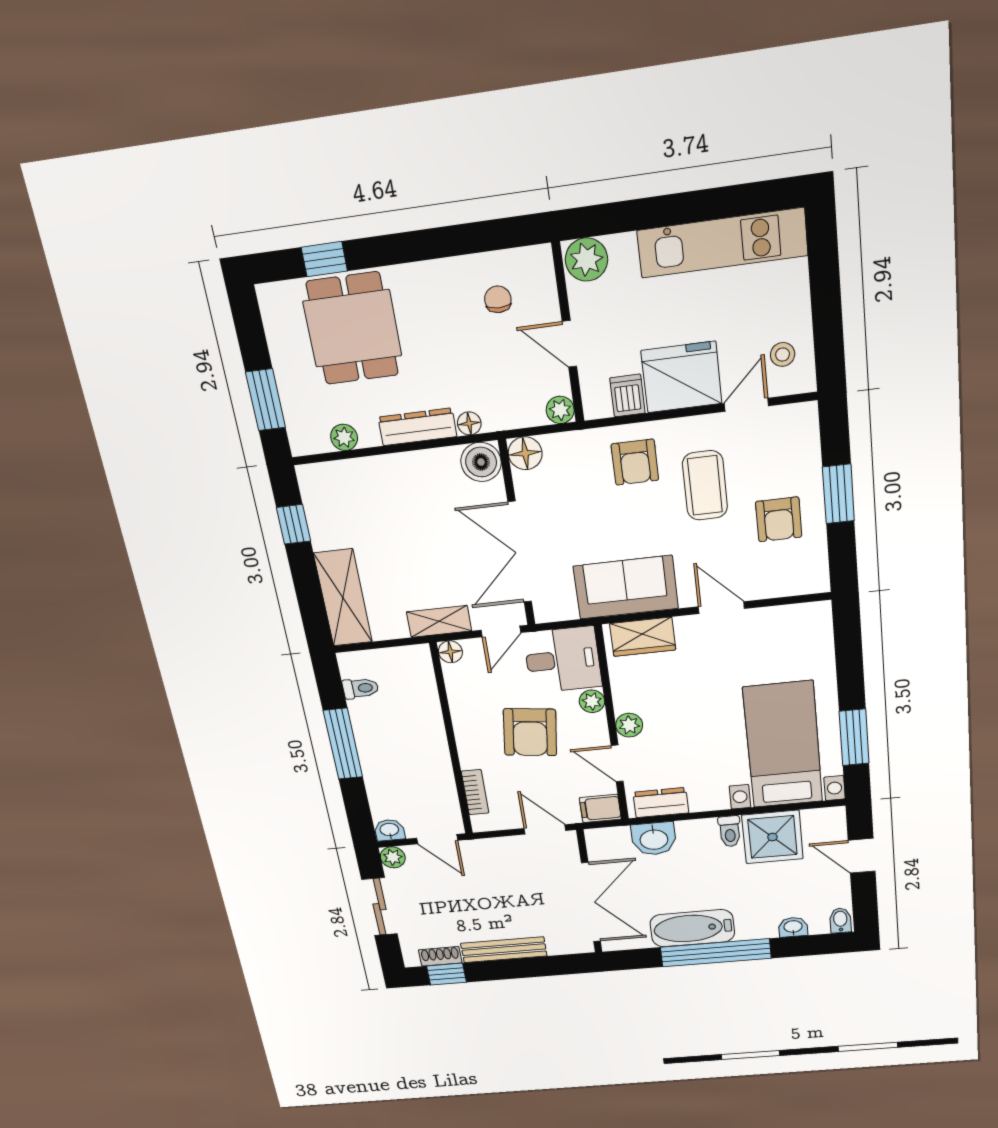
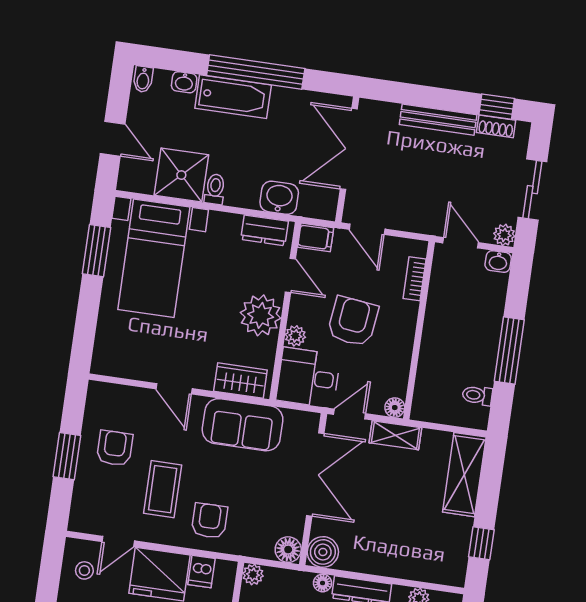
plant: (629, 725) -> (261, 315), width x1.88, depth x1.88
bathtub: (692, 928) -> (233, 97), moved

